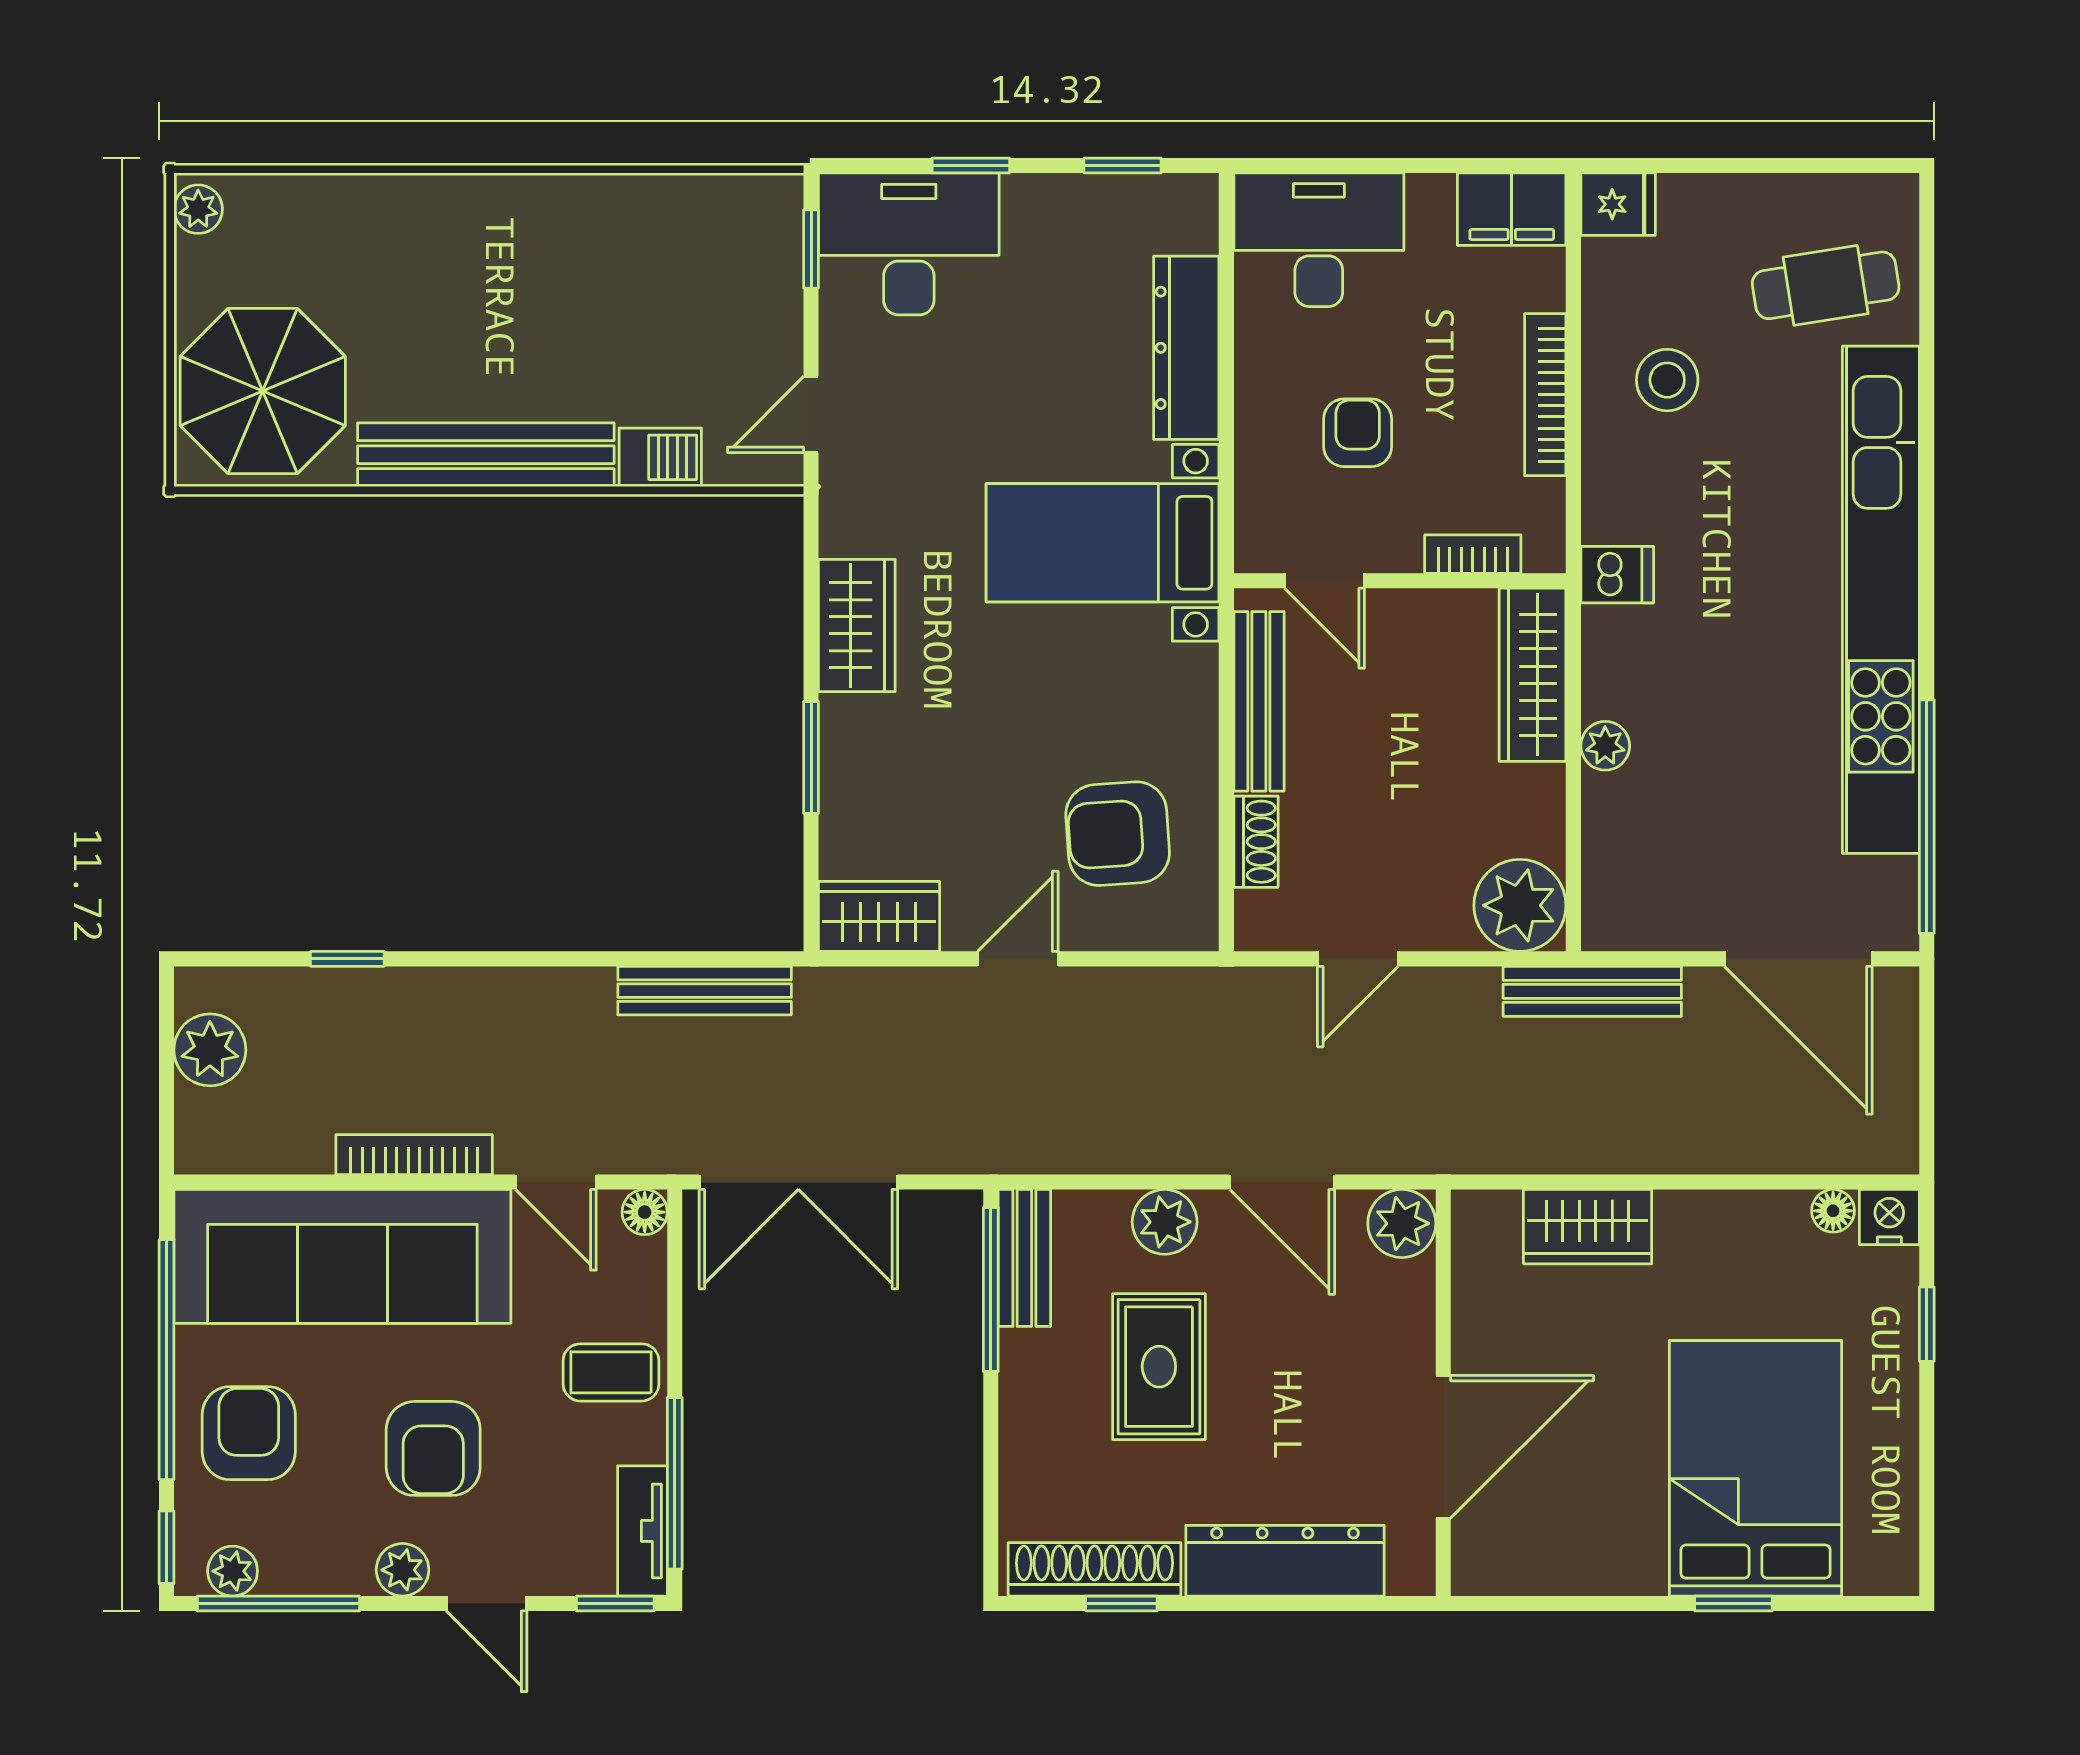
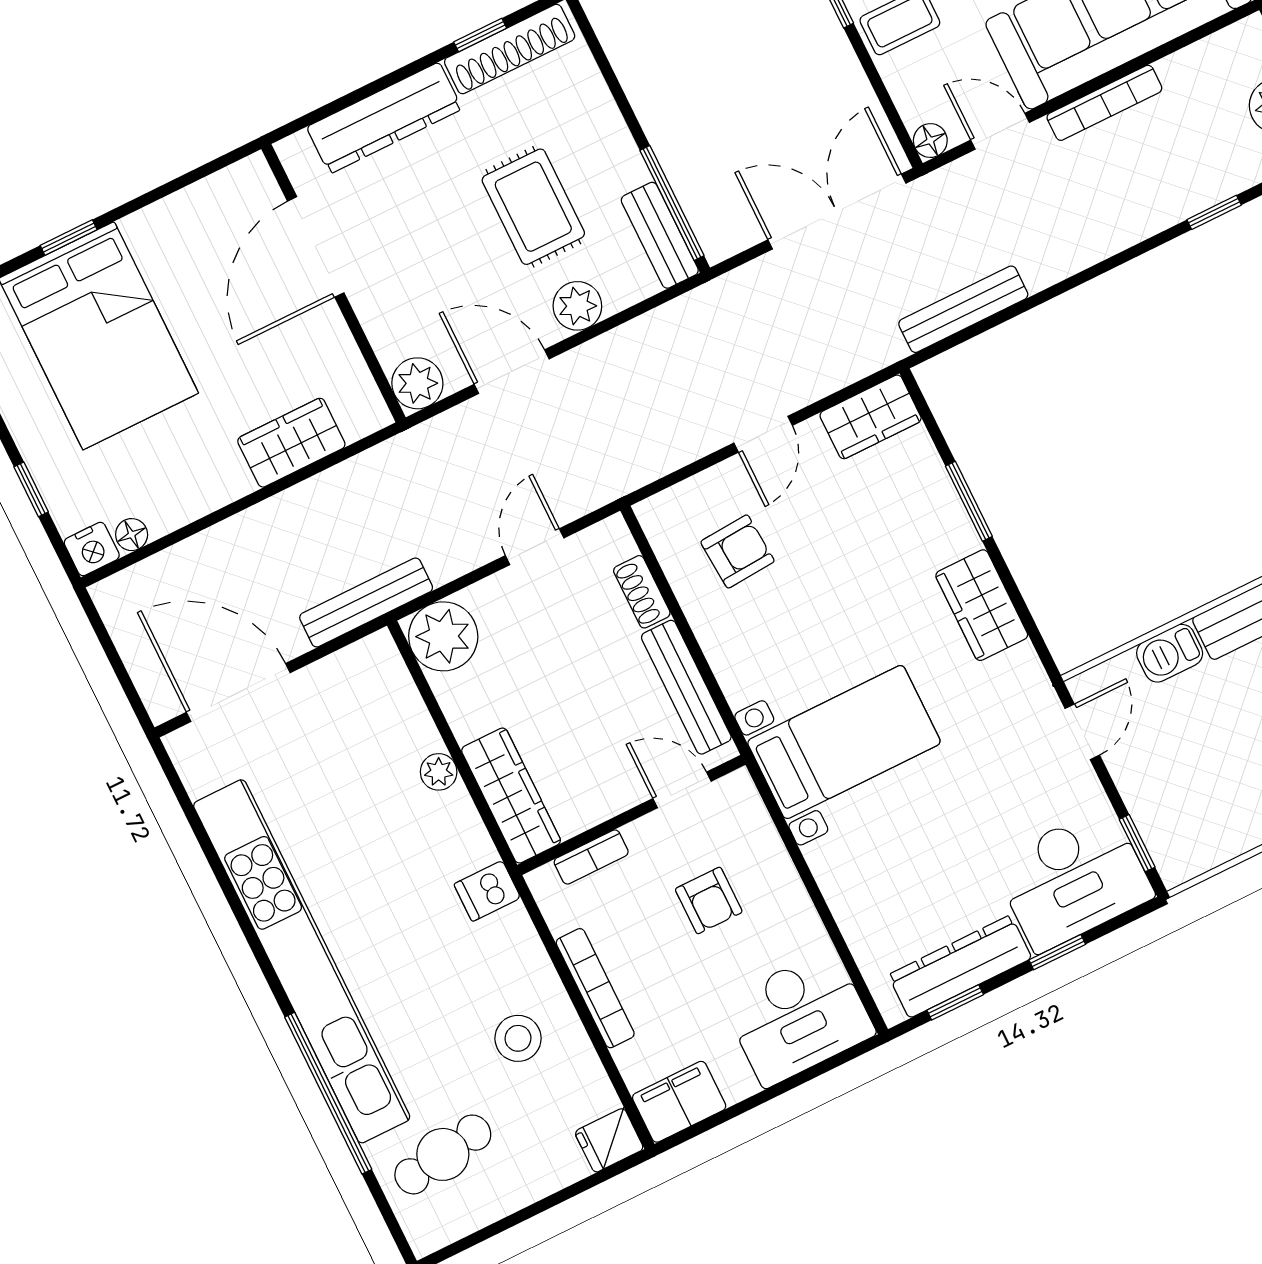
dresser: (1186, 348) -> (960, 967), moved, turned -90
window: (1927, 817) -> (328, 1093), moved
armchair: (1118, 834) -> (737, 551), width x0.72, depth x0.72

